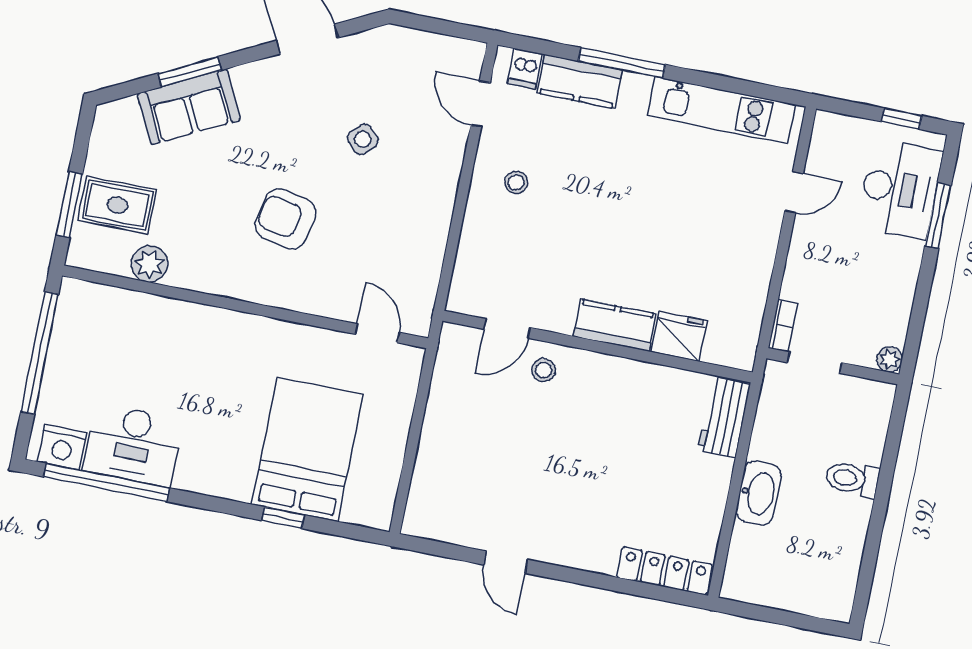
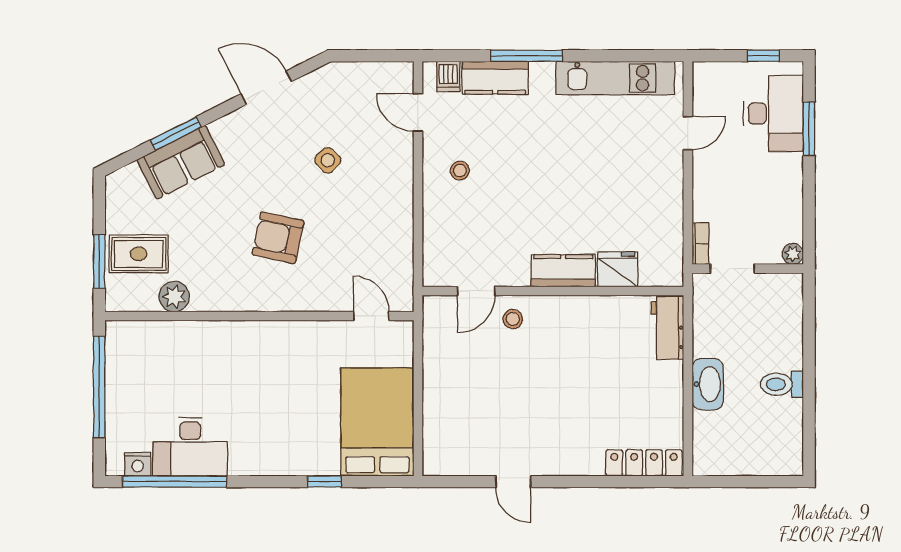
nightstand: (62, 447) -> (138, 464), width x0.74, depth x0.75
bed: (307, 449) -> (377, 422), moved
toilet: (852, 479) -> (782, 384), moved

